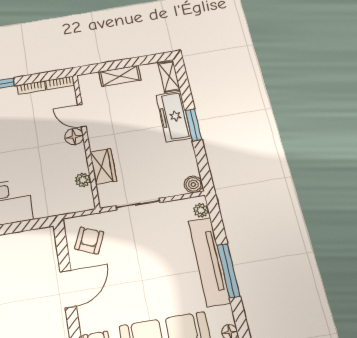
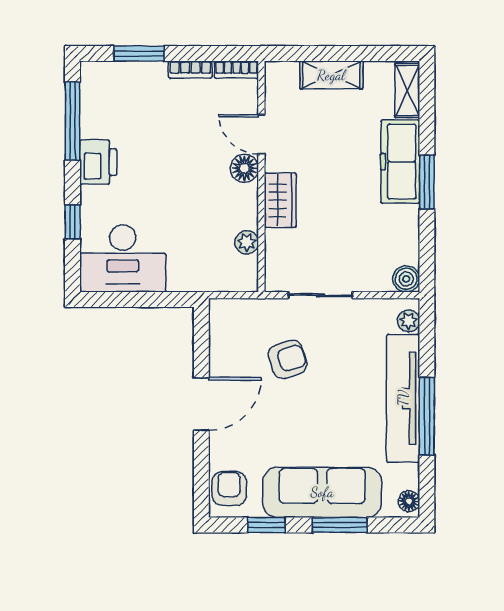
wardrobe: (103, 166) -> (280, 200), moved
armchair: (89, 240) -> (288, 359), moved, turned 49

